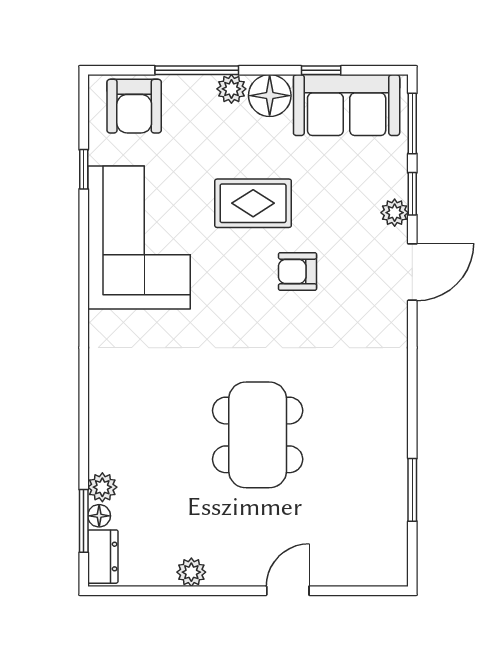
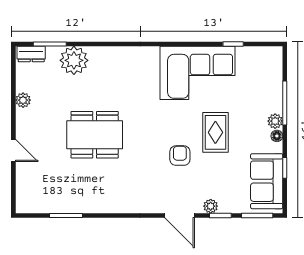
floor lamp: (270, 96) -> (277, 136), width x0.53, depth x0.53
armchair: (134, 106) -> (266, 70), removed
plant: (102, 487) -> (74, 60), width x1.87, depth x1.87
floor lamp: (99, 516) -> (52, 52), removed

